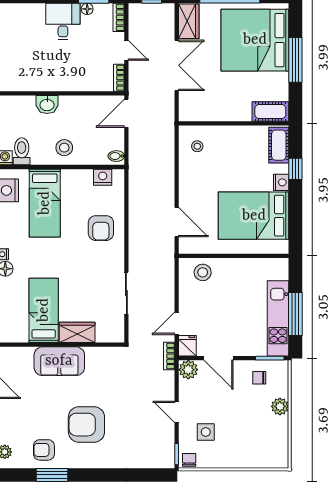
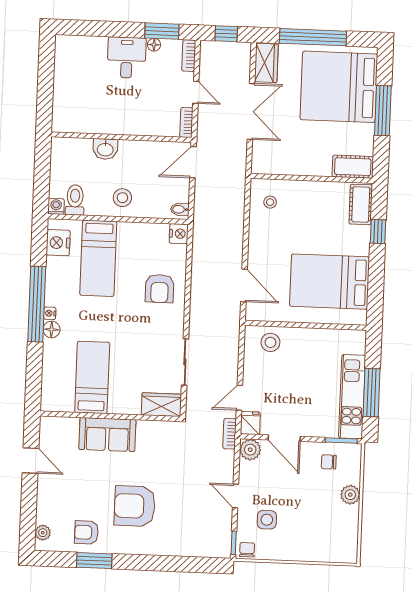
nightstand: (103, 177) -> (179, 234), moved, turned 90
nightstand: (281, 182) -> (362, 246), removed
wardrobe: (77, 332) -> (161, 405), moved

